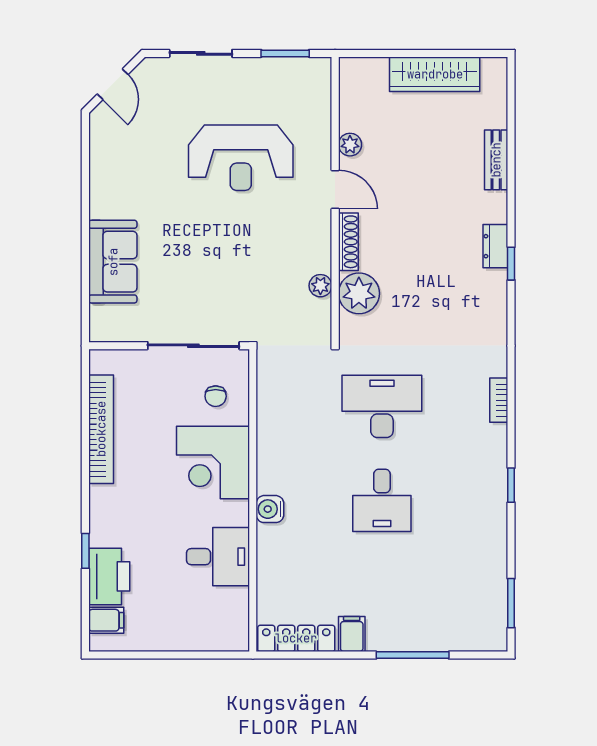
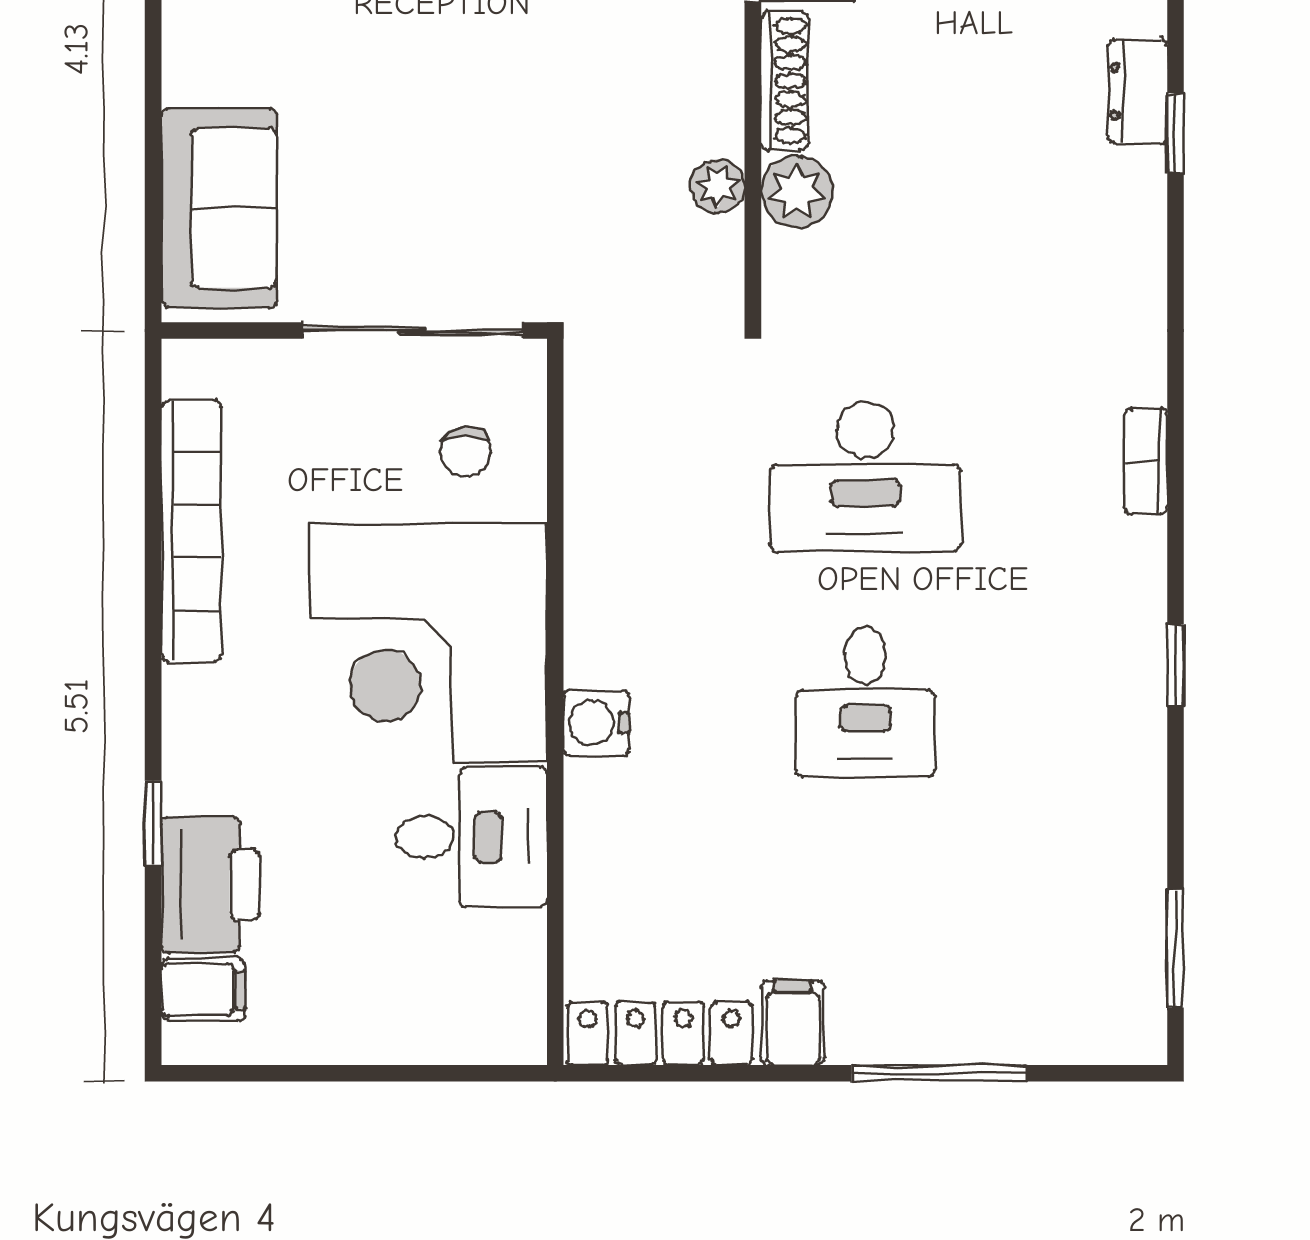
sofa: (113, 262) -> (219, 208), moved
plant: (359, 293) -> (797, 192), width x0.73, depth x0.73
desk: (382, 406) -> (865, 476), turned 180
corner desk: (213, 462) -> (428, 642), width x1.36, depth x1.36

